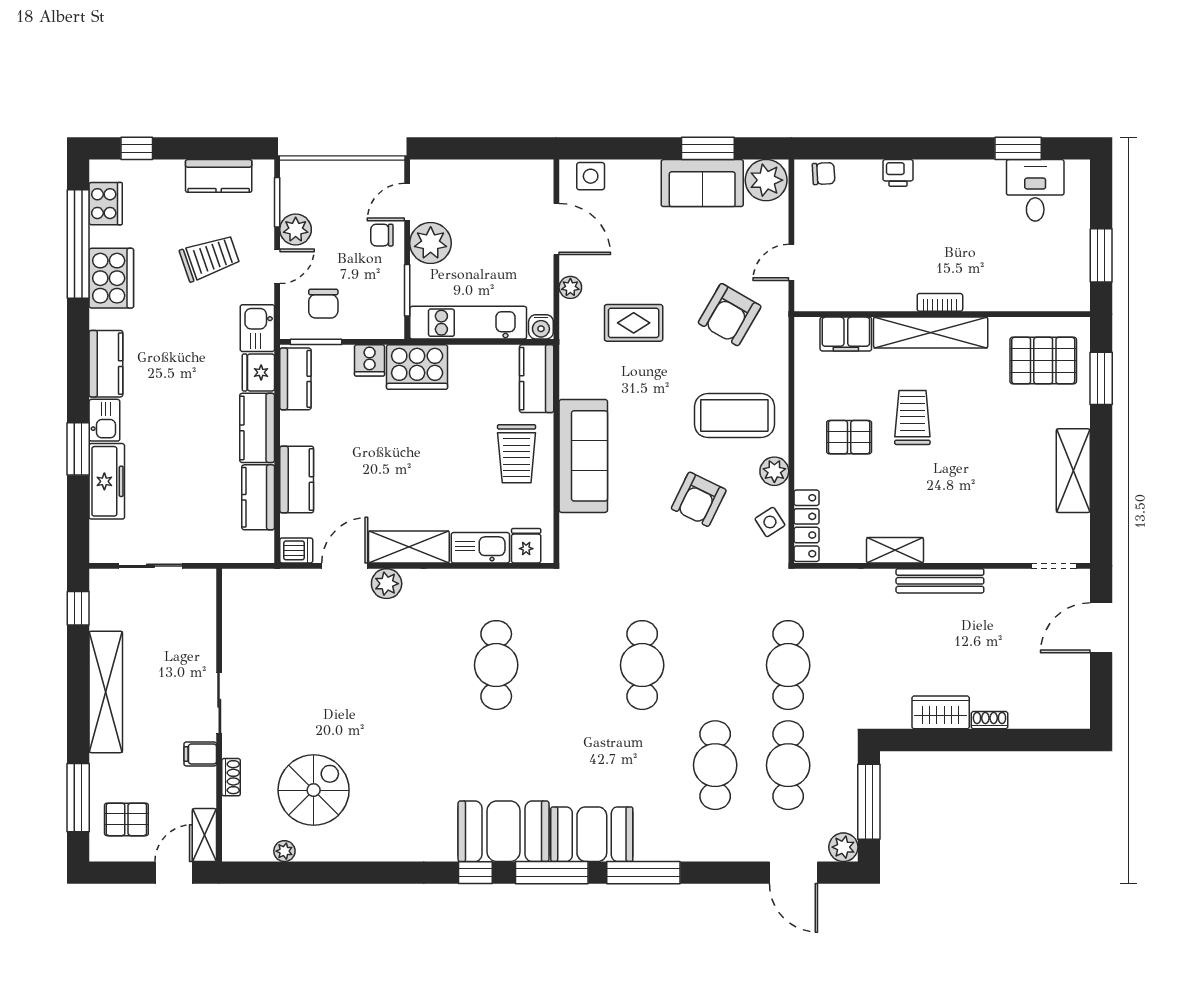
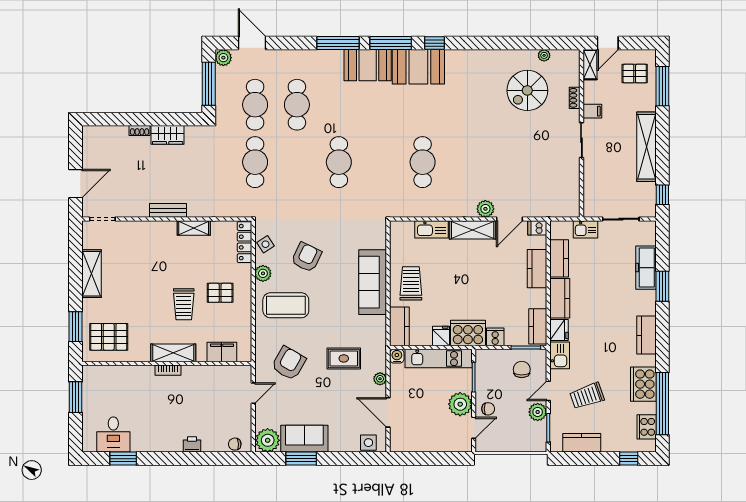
shelving: (931, 333) -> (173, 353), width x0.68
kitchen sink: (104, 420) -> (586, 229), moved, turned -90
fridge: (526, 546) -> (441, 336), moved, turned 180
bench: (940, 581) -> (168, 210), width x0.73

